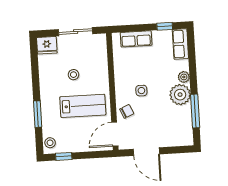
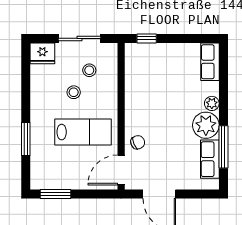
window: (165, 26) -> (147, 38), moved
row of seats: (136, 39) -> (210, 159), moved, turned 90
side table: (141, 91) -> (158, 117), removed
stool: (50, 143) -> (89, 70), moved
window: (64, 156) -> (55, 194), width x1.50

